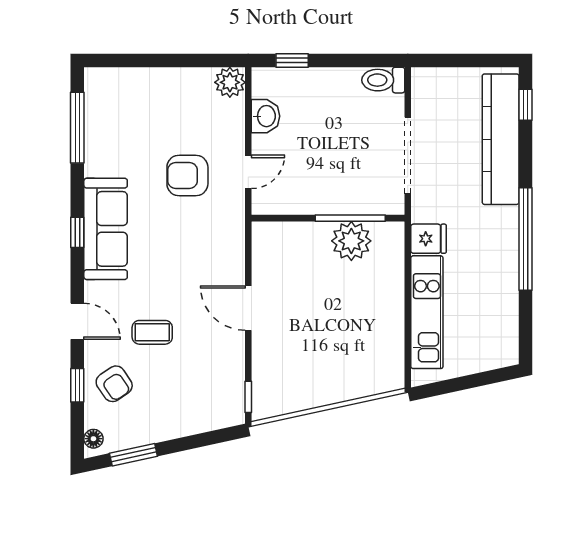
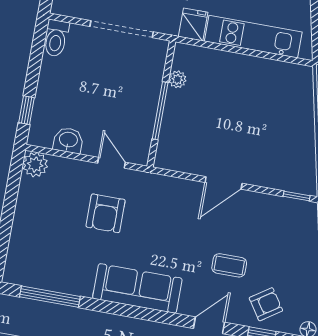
window: (350, 218) -> (160, 111), moved
window: (77, 232) -> (136, 312), removed
plant: (351, 241) -> (177, 79), width x0.53, depth x0.53
coffee table: (152, 332) -> (229, 265), turned 90

